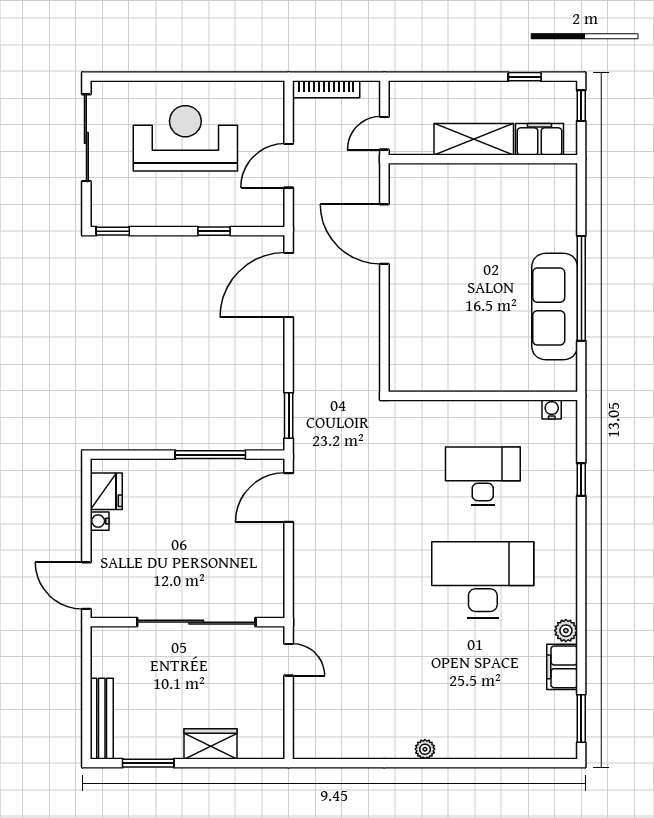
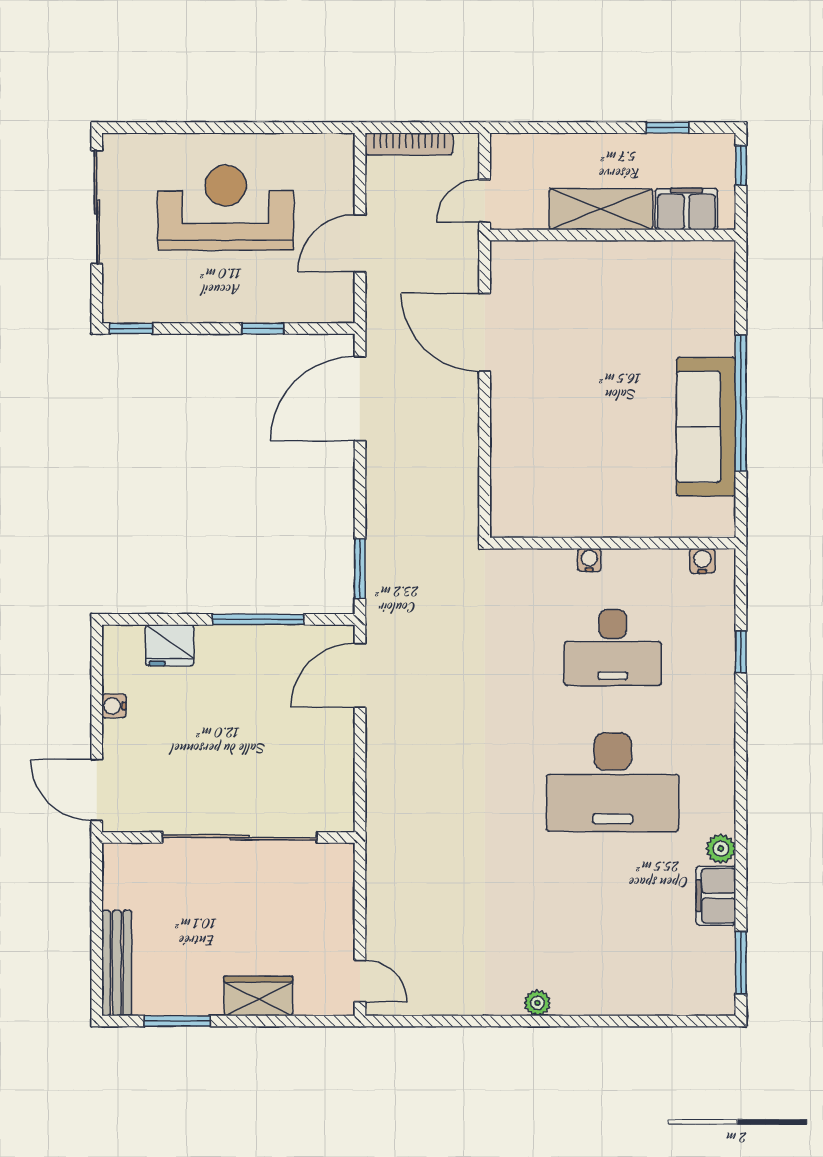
water cooler: (465, 409) -> (589, 560), added
desk: (483, 476) -> (613, 648), turned 180
fridge: (106, 491) -> (170, 645), moved, turned 90
desk: (483, 580) -> (613, 782), turned 180
door: (289, 660) -> (360, 981), moved

